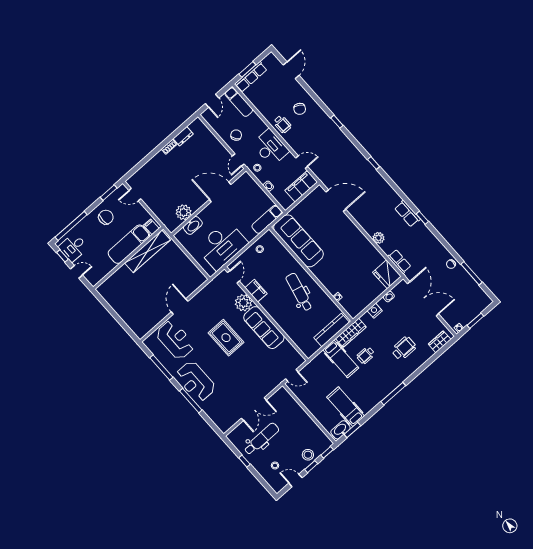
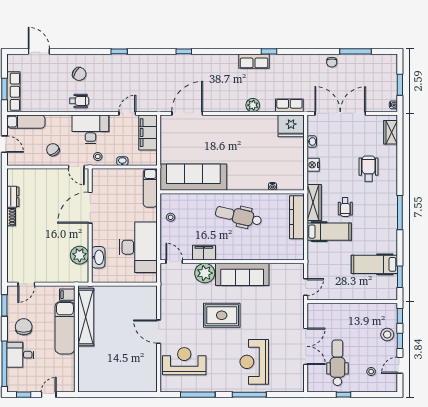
desk: (73, 247) -> (20, 355), moved, turned 90
reception desk: (196, 381) -> (254, 362), moved, turned 90
washbasin: (340, 430) -> (391, 287), removed

